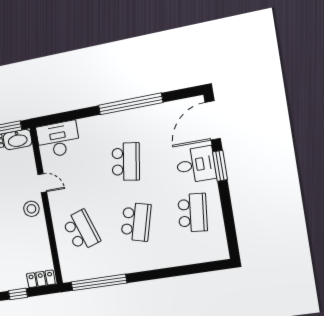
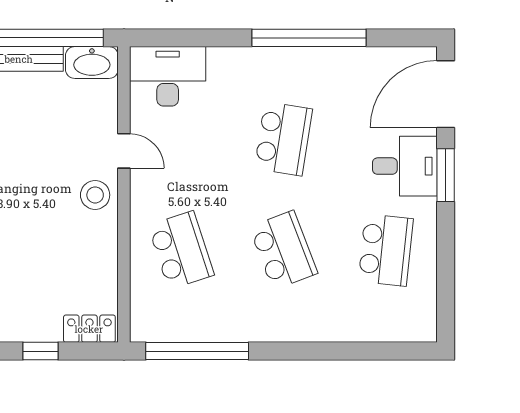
school desk: (136, 222) -> (283, 250), turned -36

